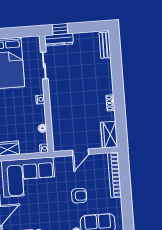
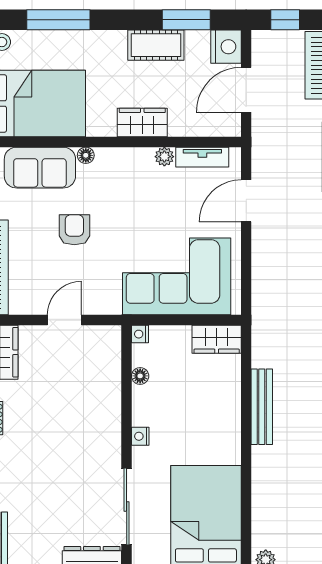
sliding door: (44, 65) -> (127, 507), width x1.37
armchair: (79, 196) -> (74, 230), turned 90

